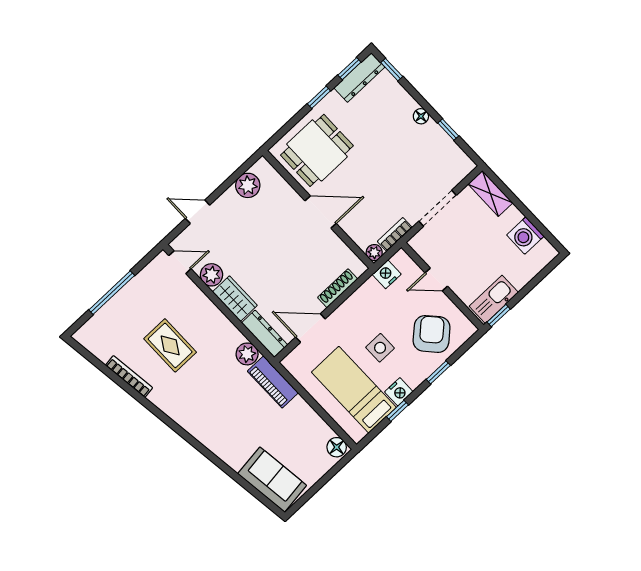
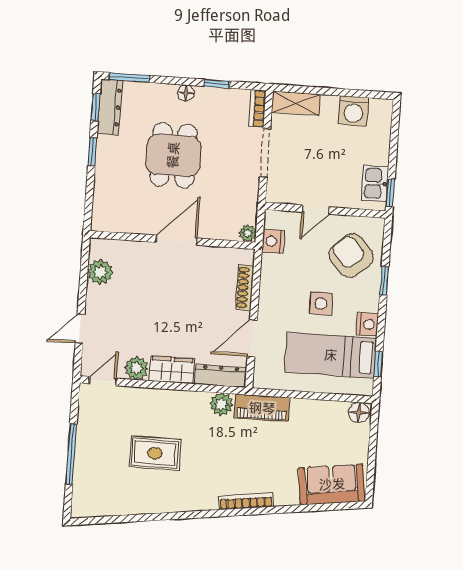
window: (392, 70) -> (129, 77), width x1.50
dining table: (317, 150) -> (173, 155), moved
bookcase: (395, 234) -> (257, 109), moved
kitchen sink: (494, 299) -> (375, 184), width x0.73
bookcase: (129, 377) -> (246, 501), moved
window: (397, 411) -> (378, 364), moved

